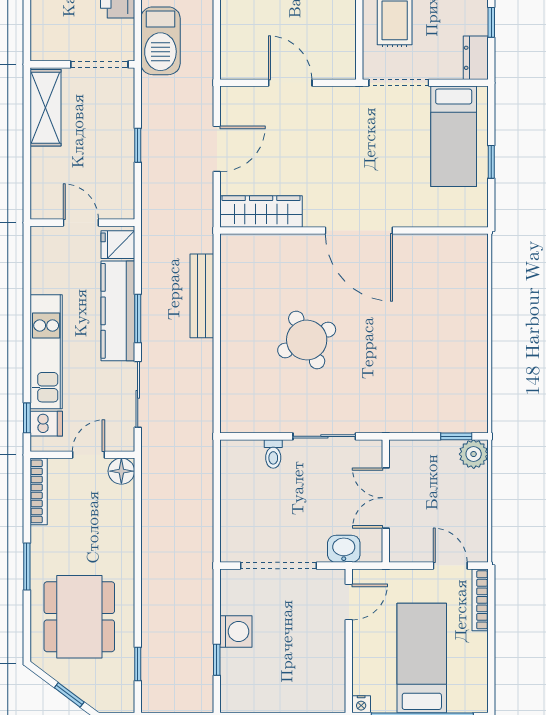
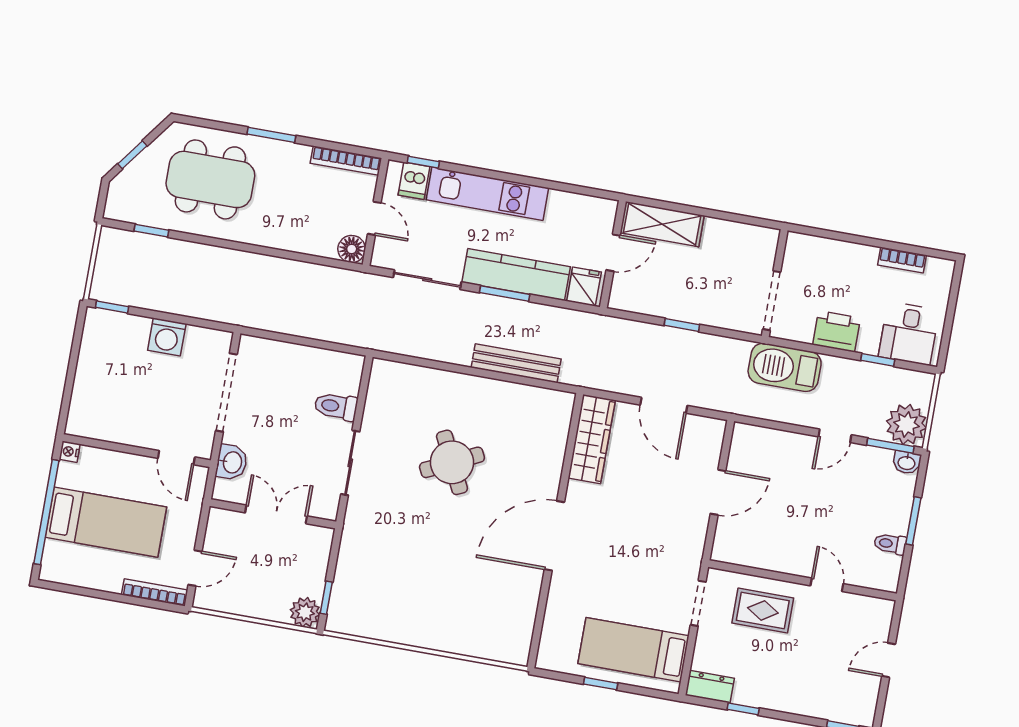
doorway: (399, 83) -> (698, 603), width x0.73
shelving: (45, 108) -> (662, 224), moved
toilet: (273, 454) -> (336, 406), width x1.37, depth x1.39
window: (217, 660) -> (112, 307), moved

